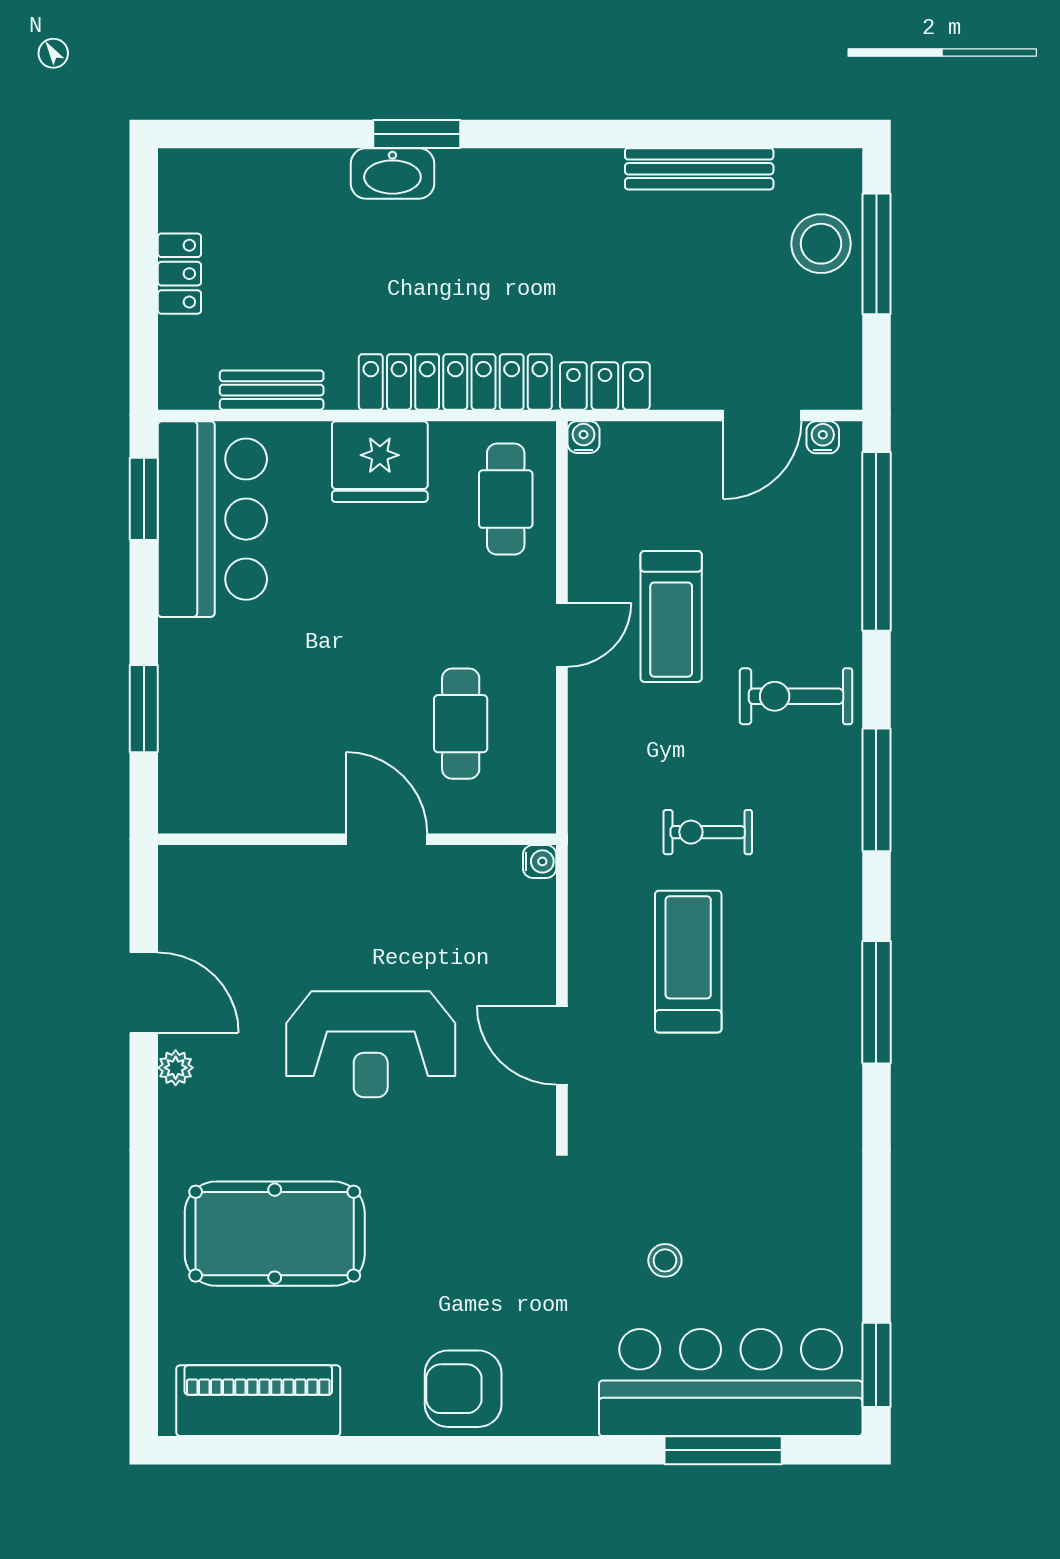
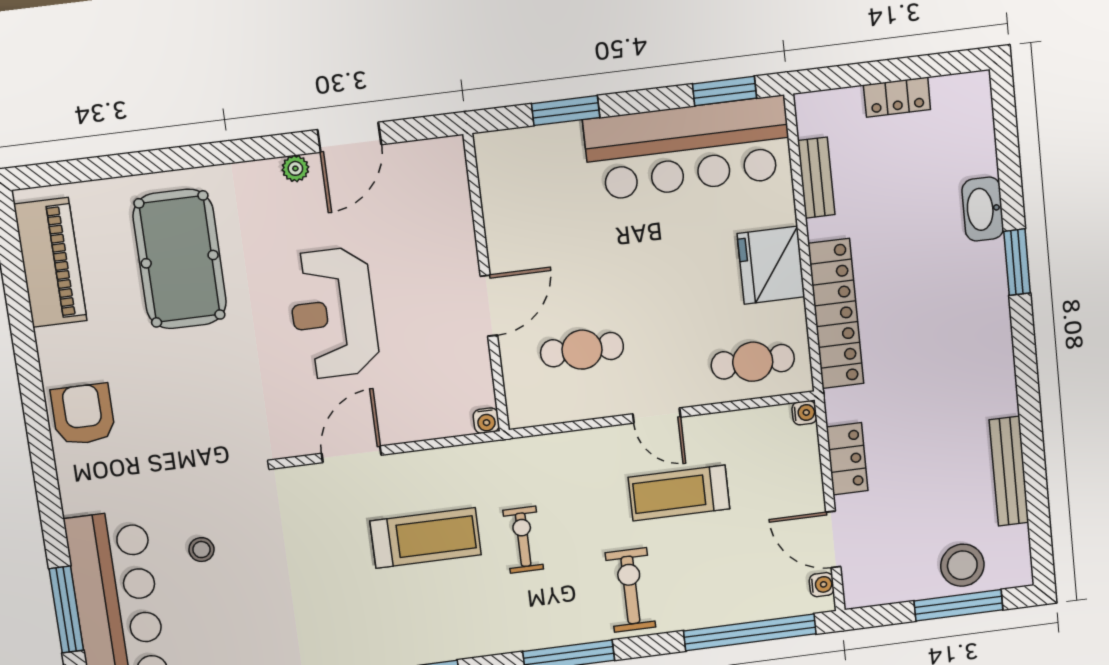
washbasin: (392, 173) -> (983, 209), moved
locker: (605, 386) -> (847, 459), moved
bar counter: (212, 519) -> (688, 148), width x1.36

